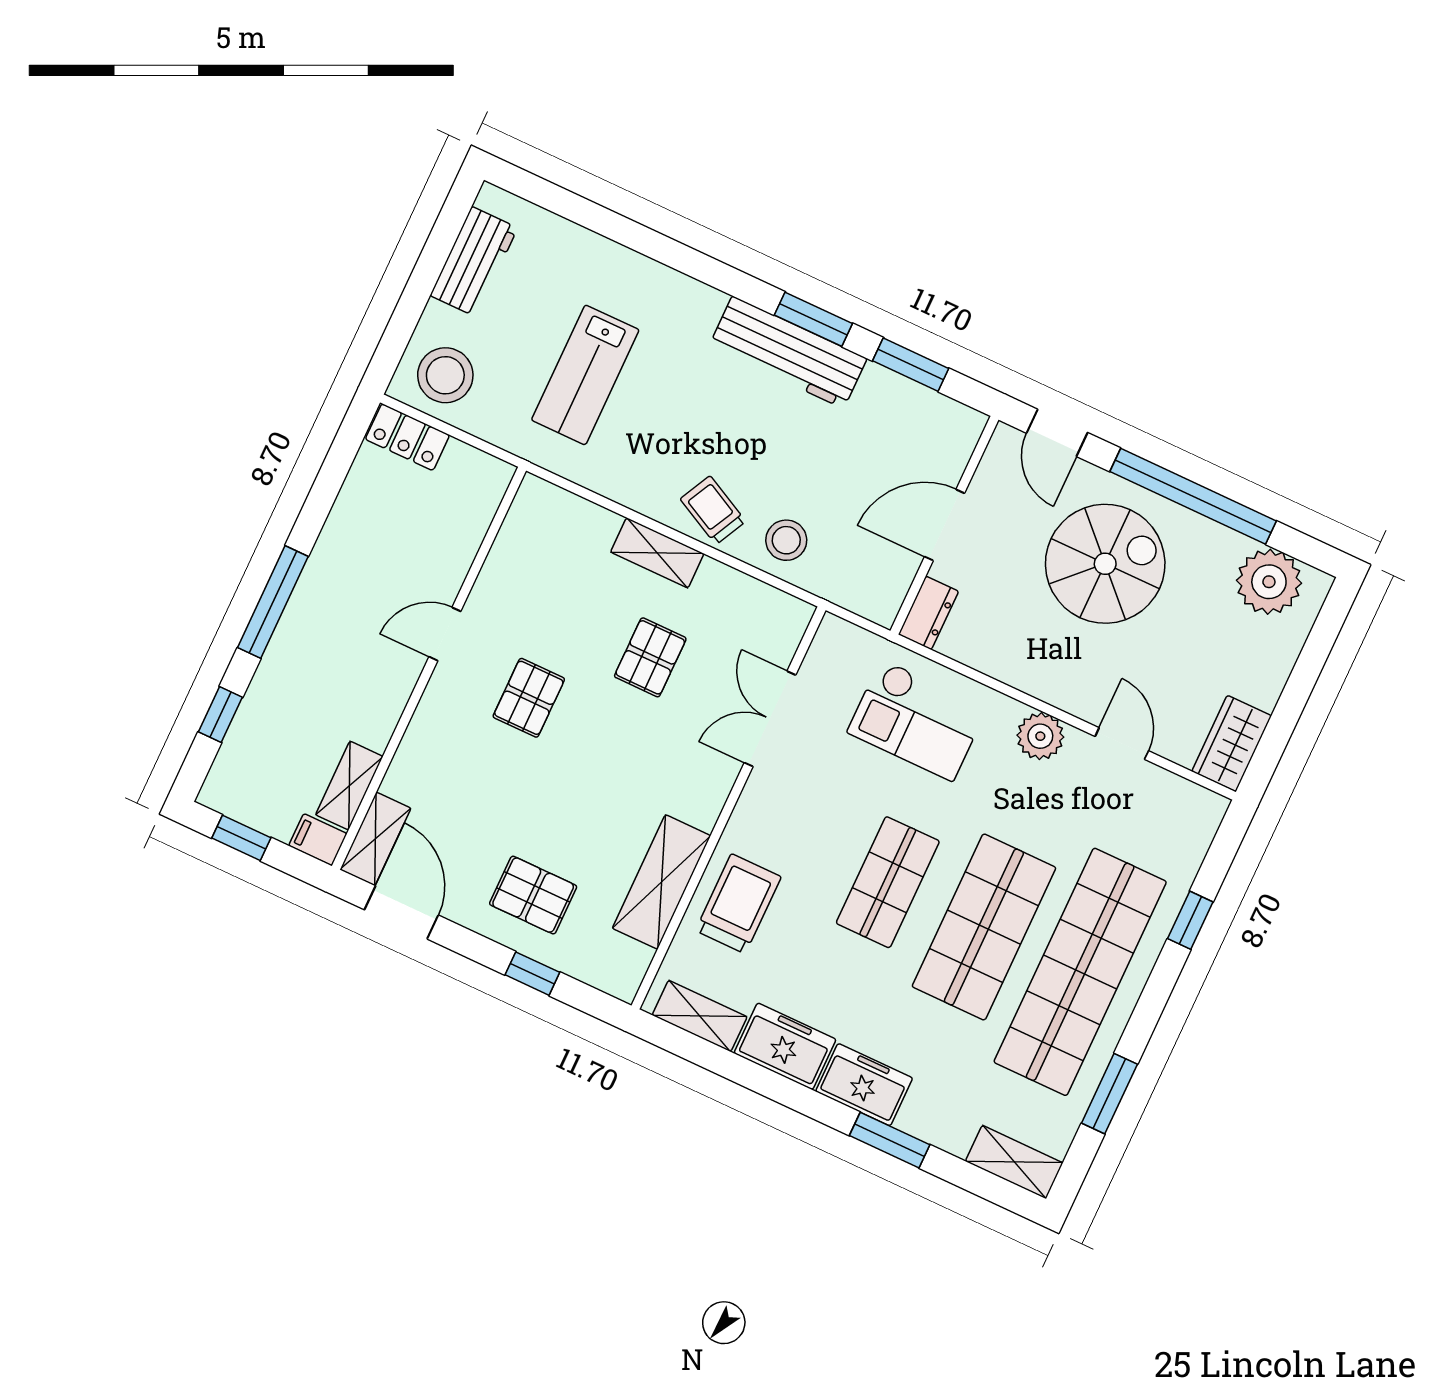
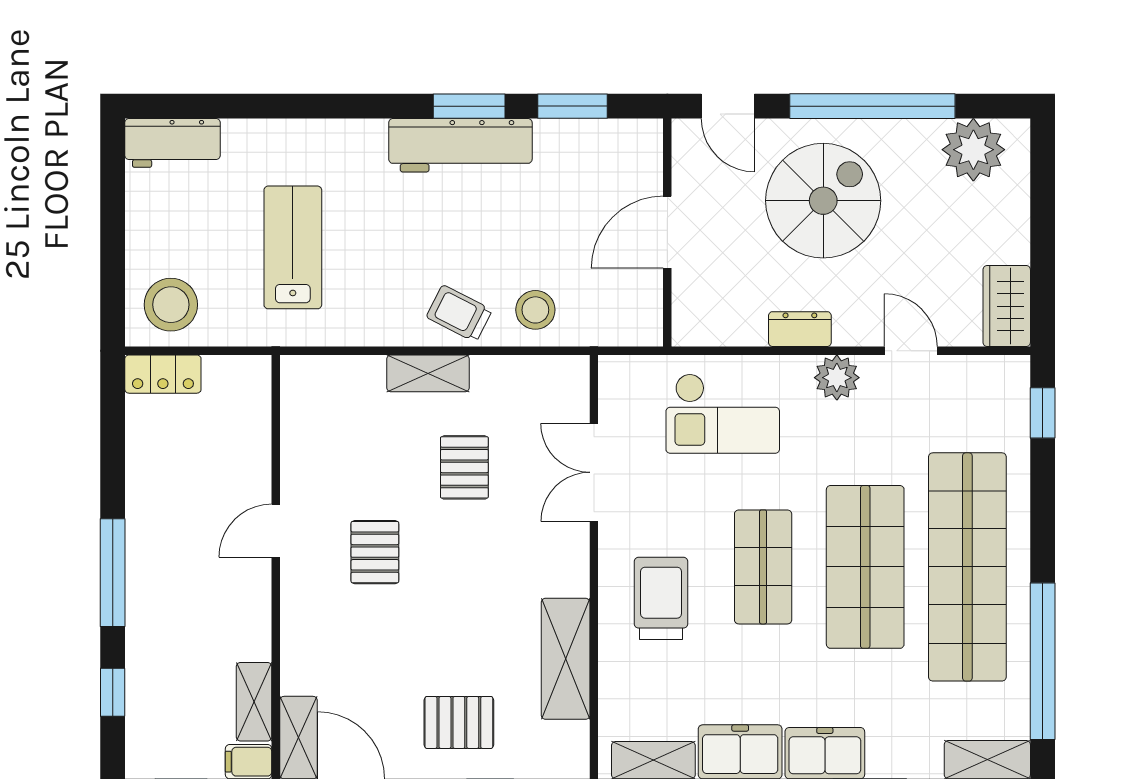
workbench: (474, 262) -> (172, 143), moved, turned 90
lab bench: (585, 375) -> (293, 247), turned 180
dresser: (928, 613) -> (800, 329), moved, turned -90
trolley: (738, 904) -> (661, 598), moved
window: (1190, 920) -> (1043, 413), moved
window: (1109, 1094) -> (1043, 661), width x2.11

